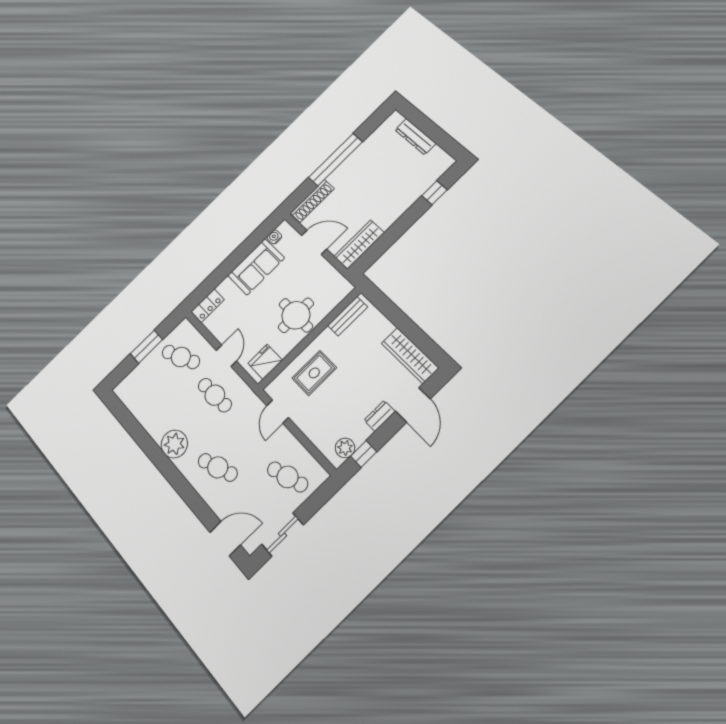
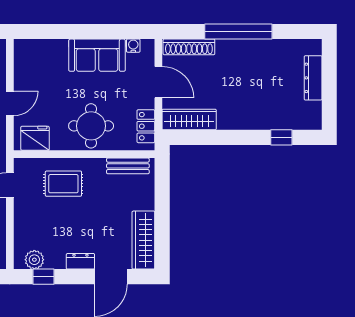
locker: (208, 306) -> (146, 126), moved, turned 90

